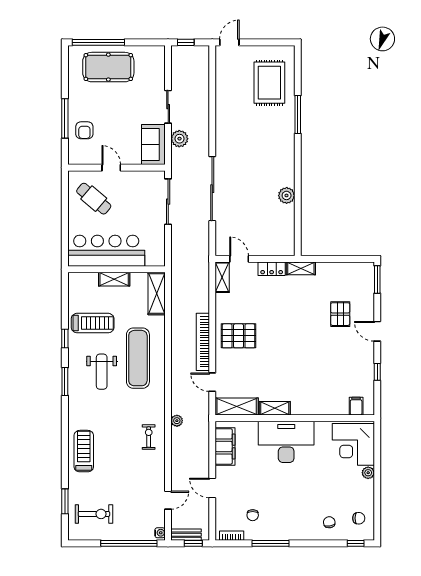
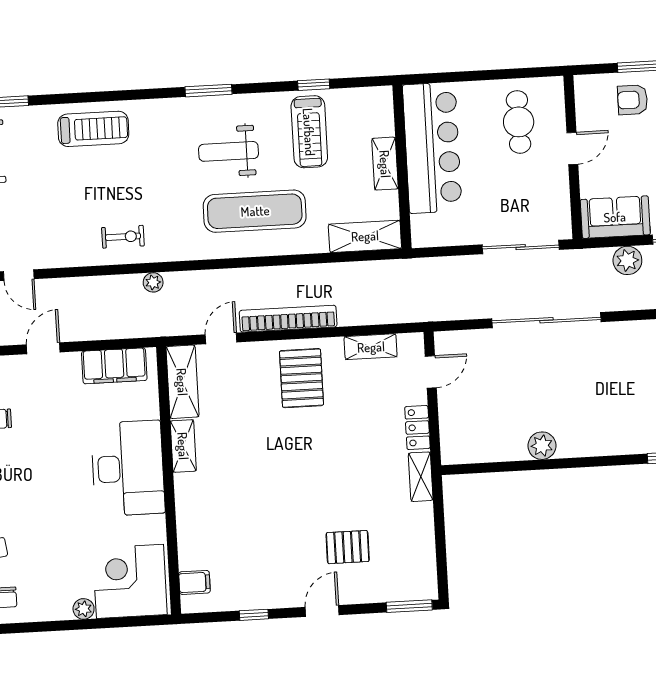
cafe table: (94, 199) -> (519, 122), turned -41
shelving: (222, 277) -> (371, 347), moved
window: (65, 339) -> (314, 85), moved

